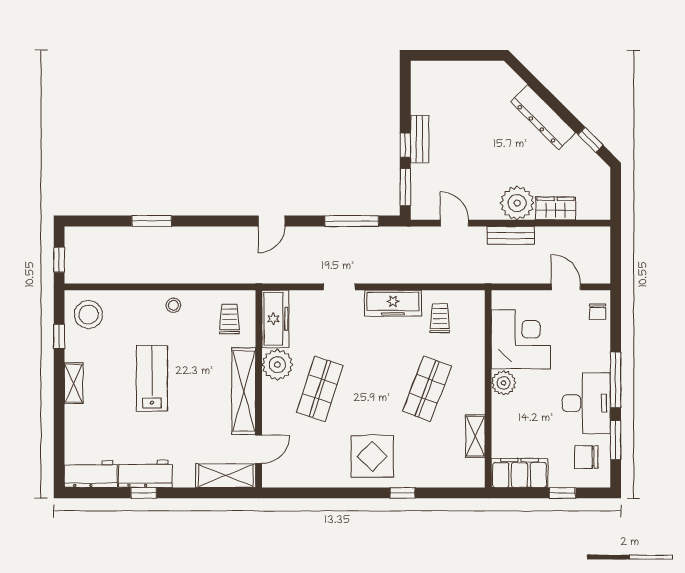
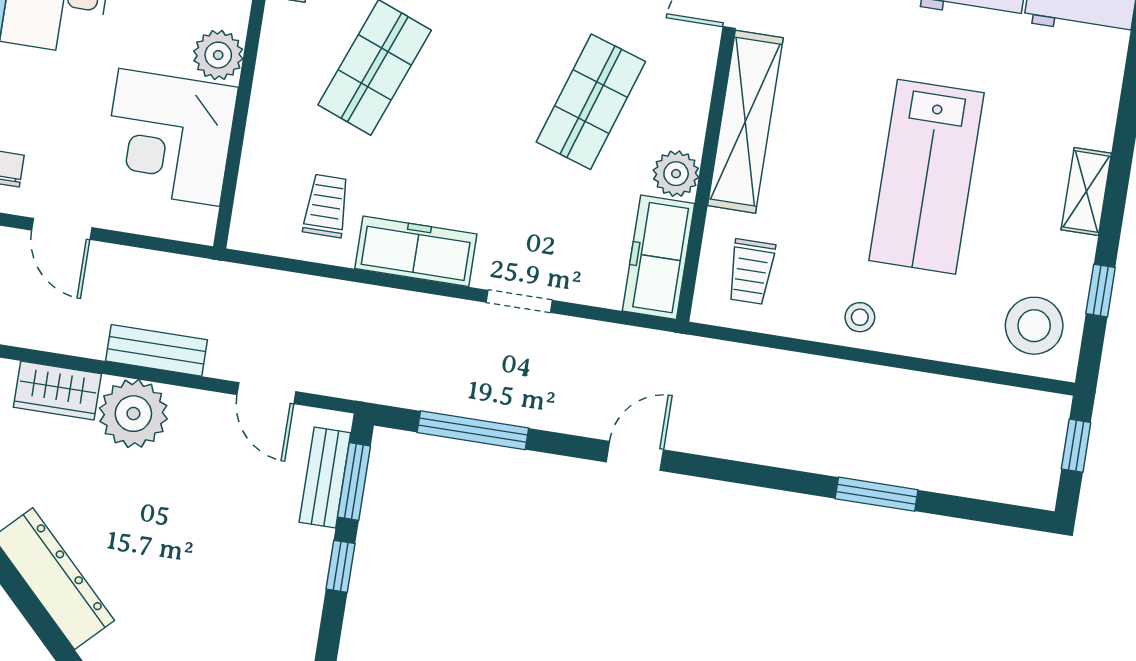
bench: (420, 139) -> (325, 477), moved
trolley: (440, 318) -> (326, 206), turned 180
plant: (277, 365) -> (676, 174), width x0.73, depth x0.73
lab bench: (152, 378) -> (927, 177), width x1.36, depth x1.39

